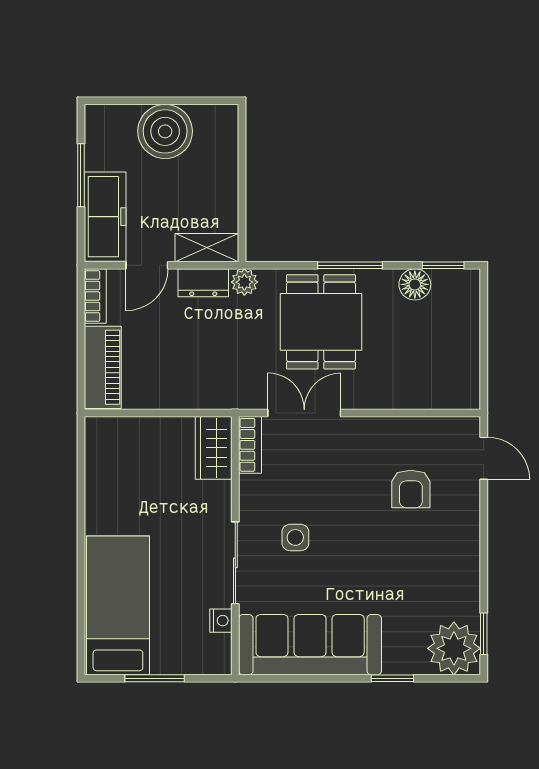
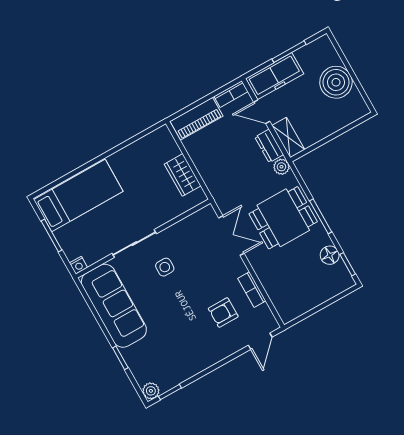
bookcase: (250, 445) -> (252, 290), moved, turned 90
wardrobe: (214, 448) -> (183, 175), moved, turned -90
nightstand: (221, 621) -> (78, 265), moved
plant: (454, 648) -> (151, 391), width x0.53, depth x0.53

